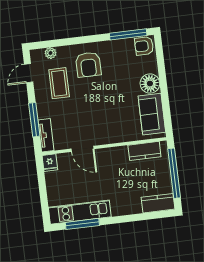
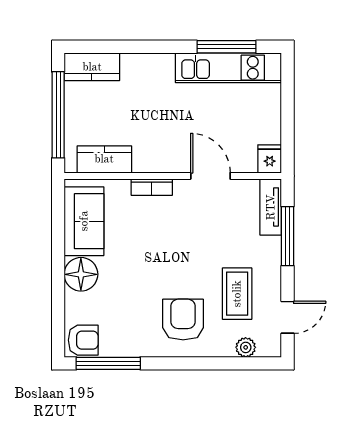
bookcase: (115, 138) -> (152, 187), added

